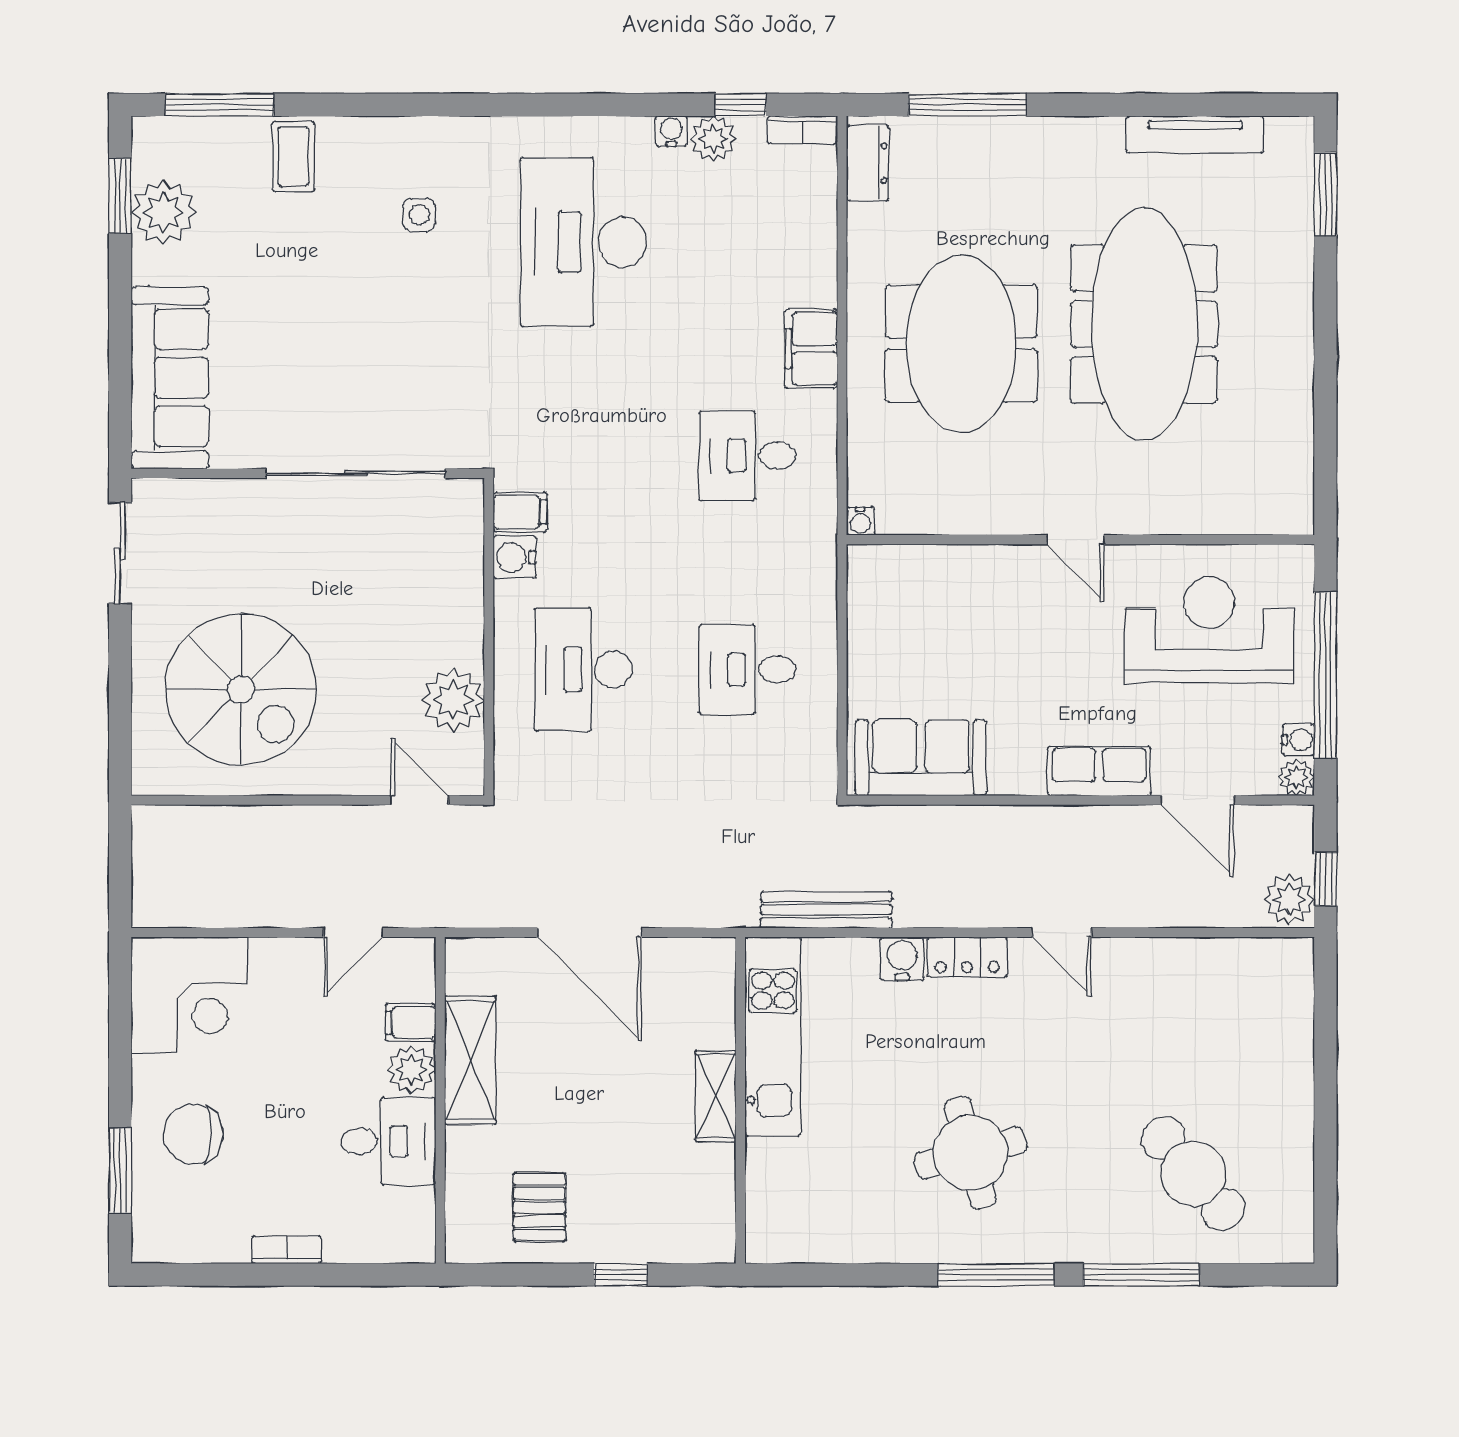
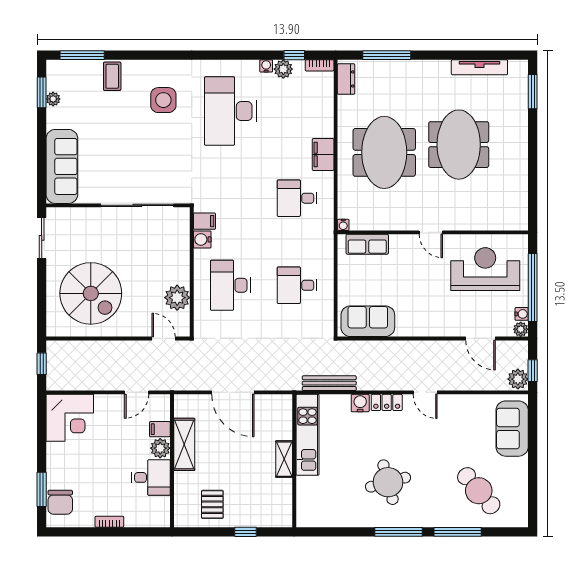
plant: (164, 212) -> (53, 99), width x0.53, depth x0.53
side table: (419, 215) -> (163, 100), width x1.87, depth x1.87
meeting table: (1144, 324) -> (459, 145), width x0.73
row of seats: (1099, 771) -> (367, 244), moved, turned 180
window: (120, 862) -> (42, 364), added
sofa: (1275, 1021) -> (512, 429), added
chair: (193, 1134) -> (60, 502), moved, turned -90

